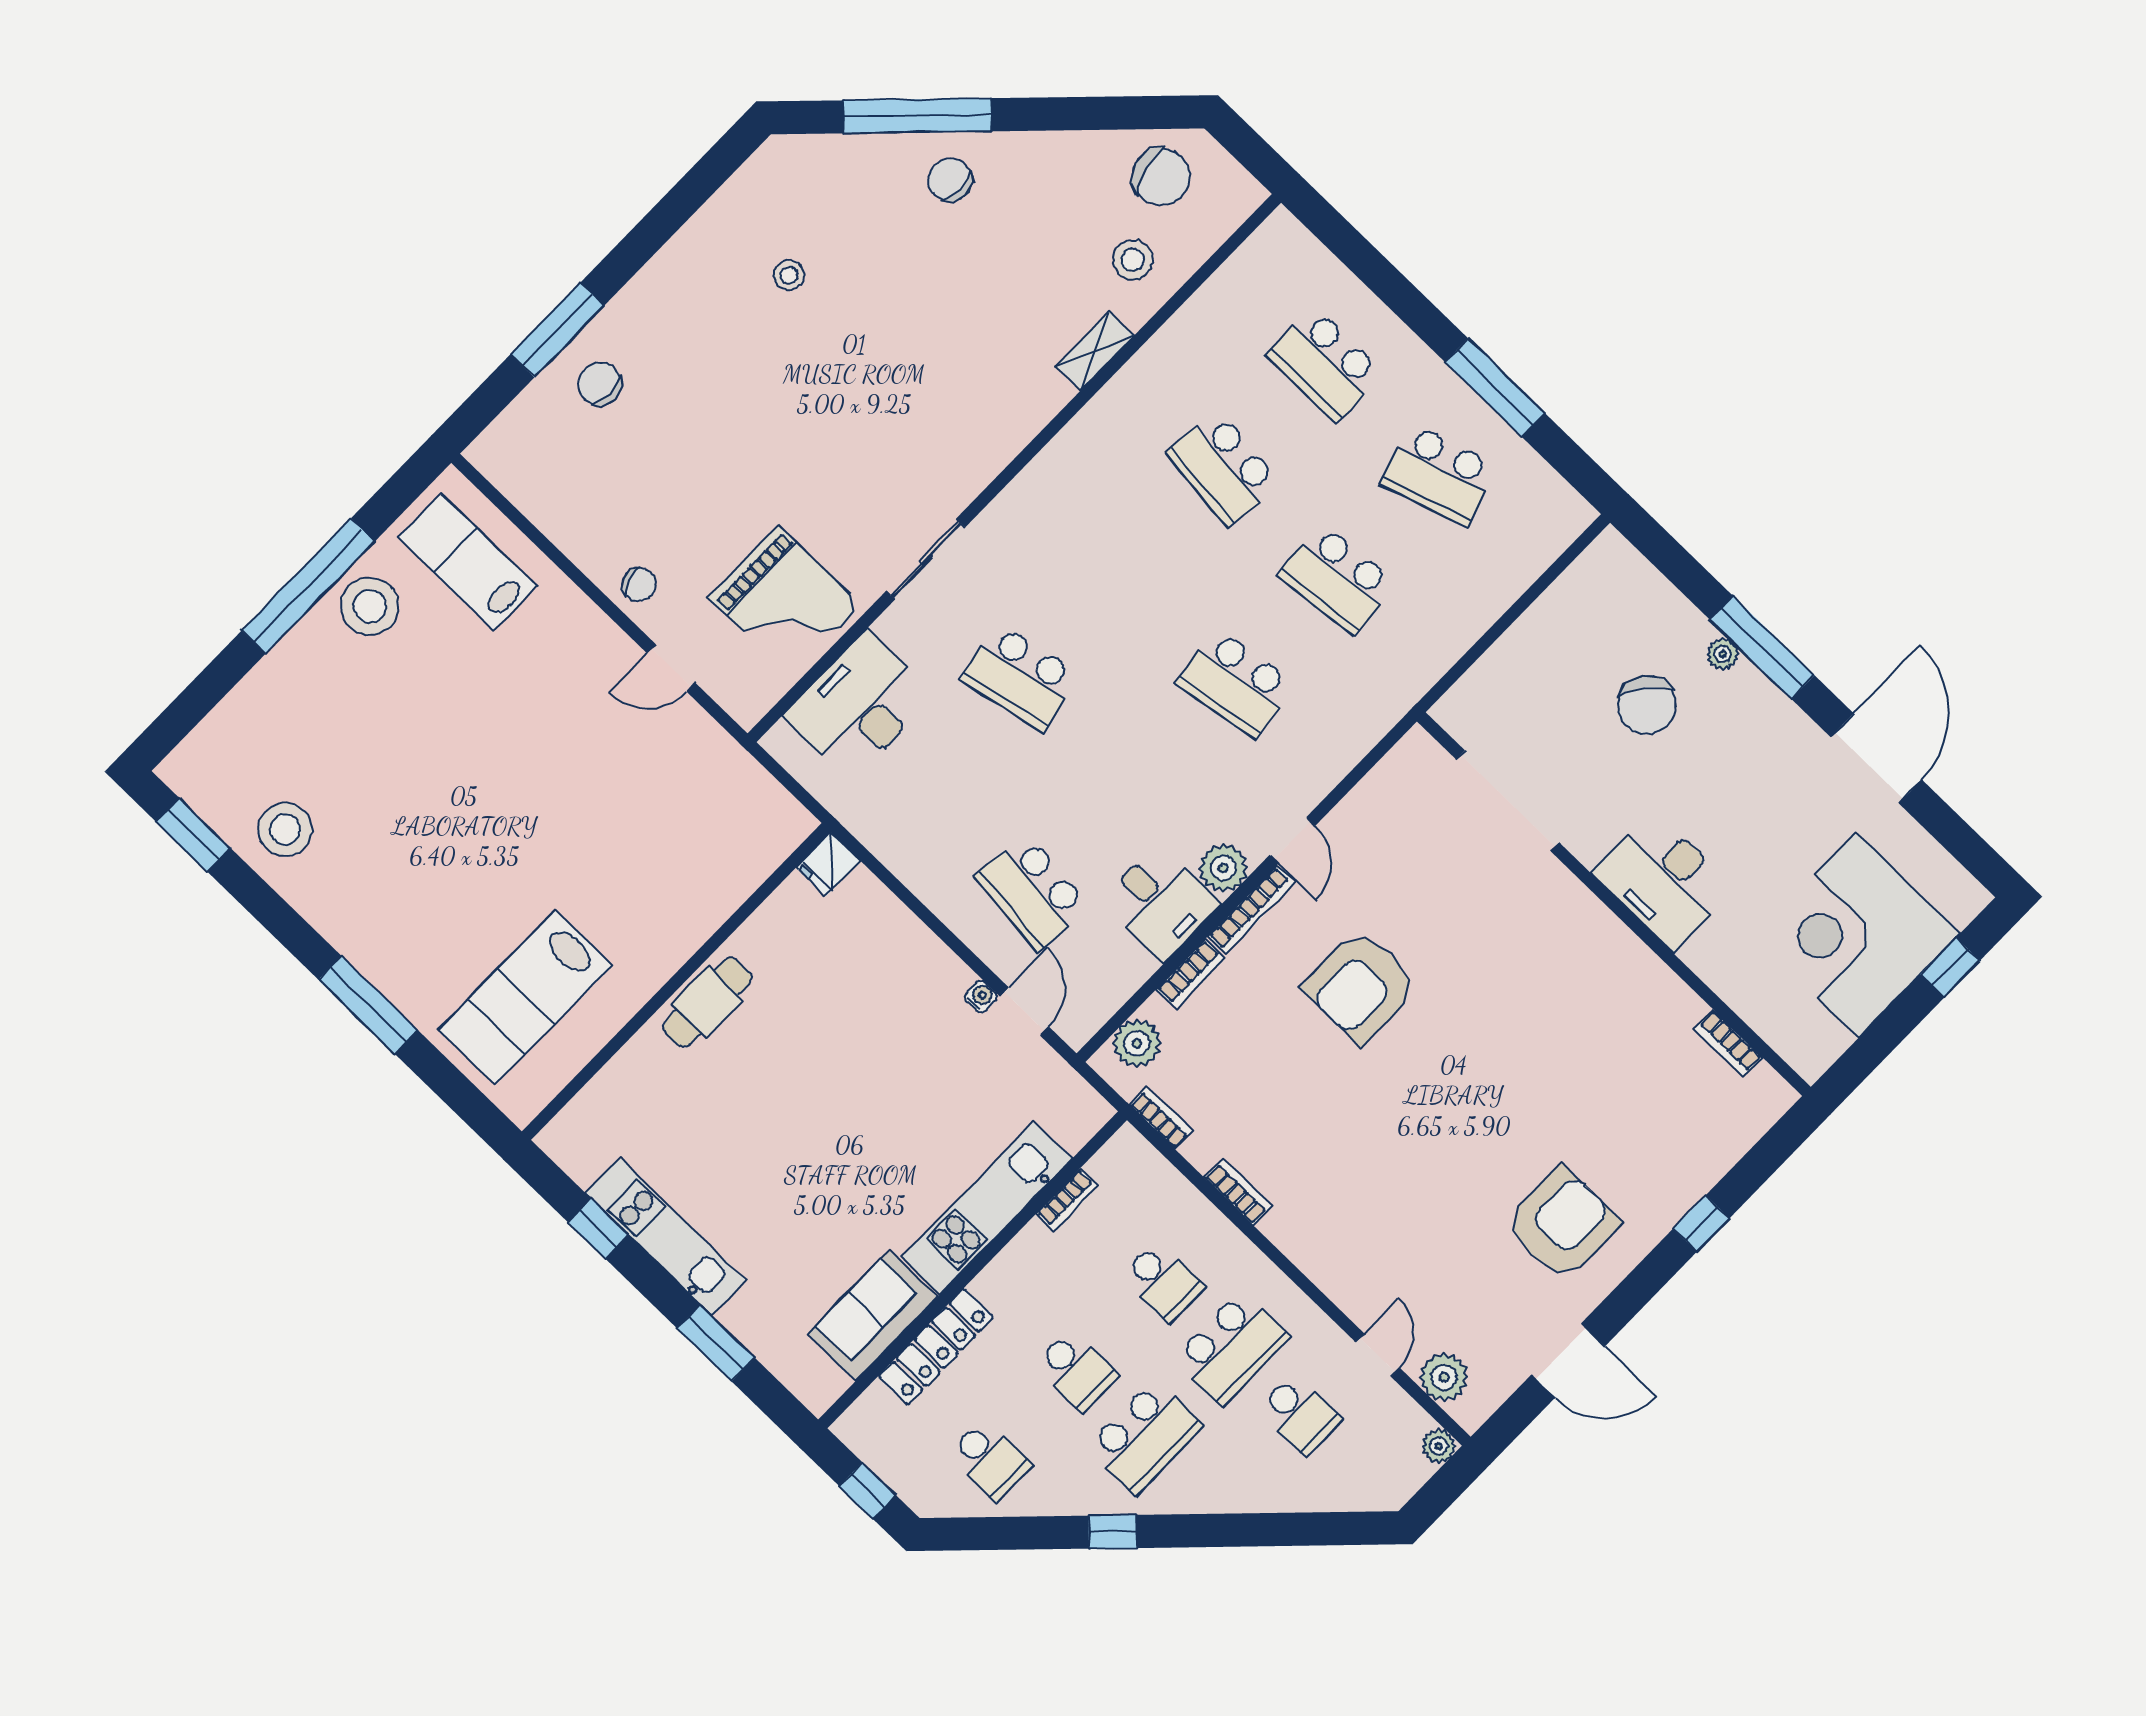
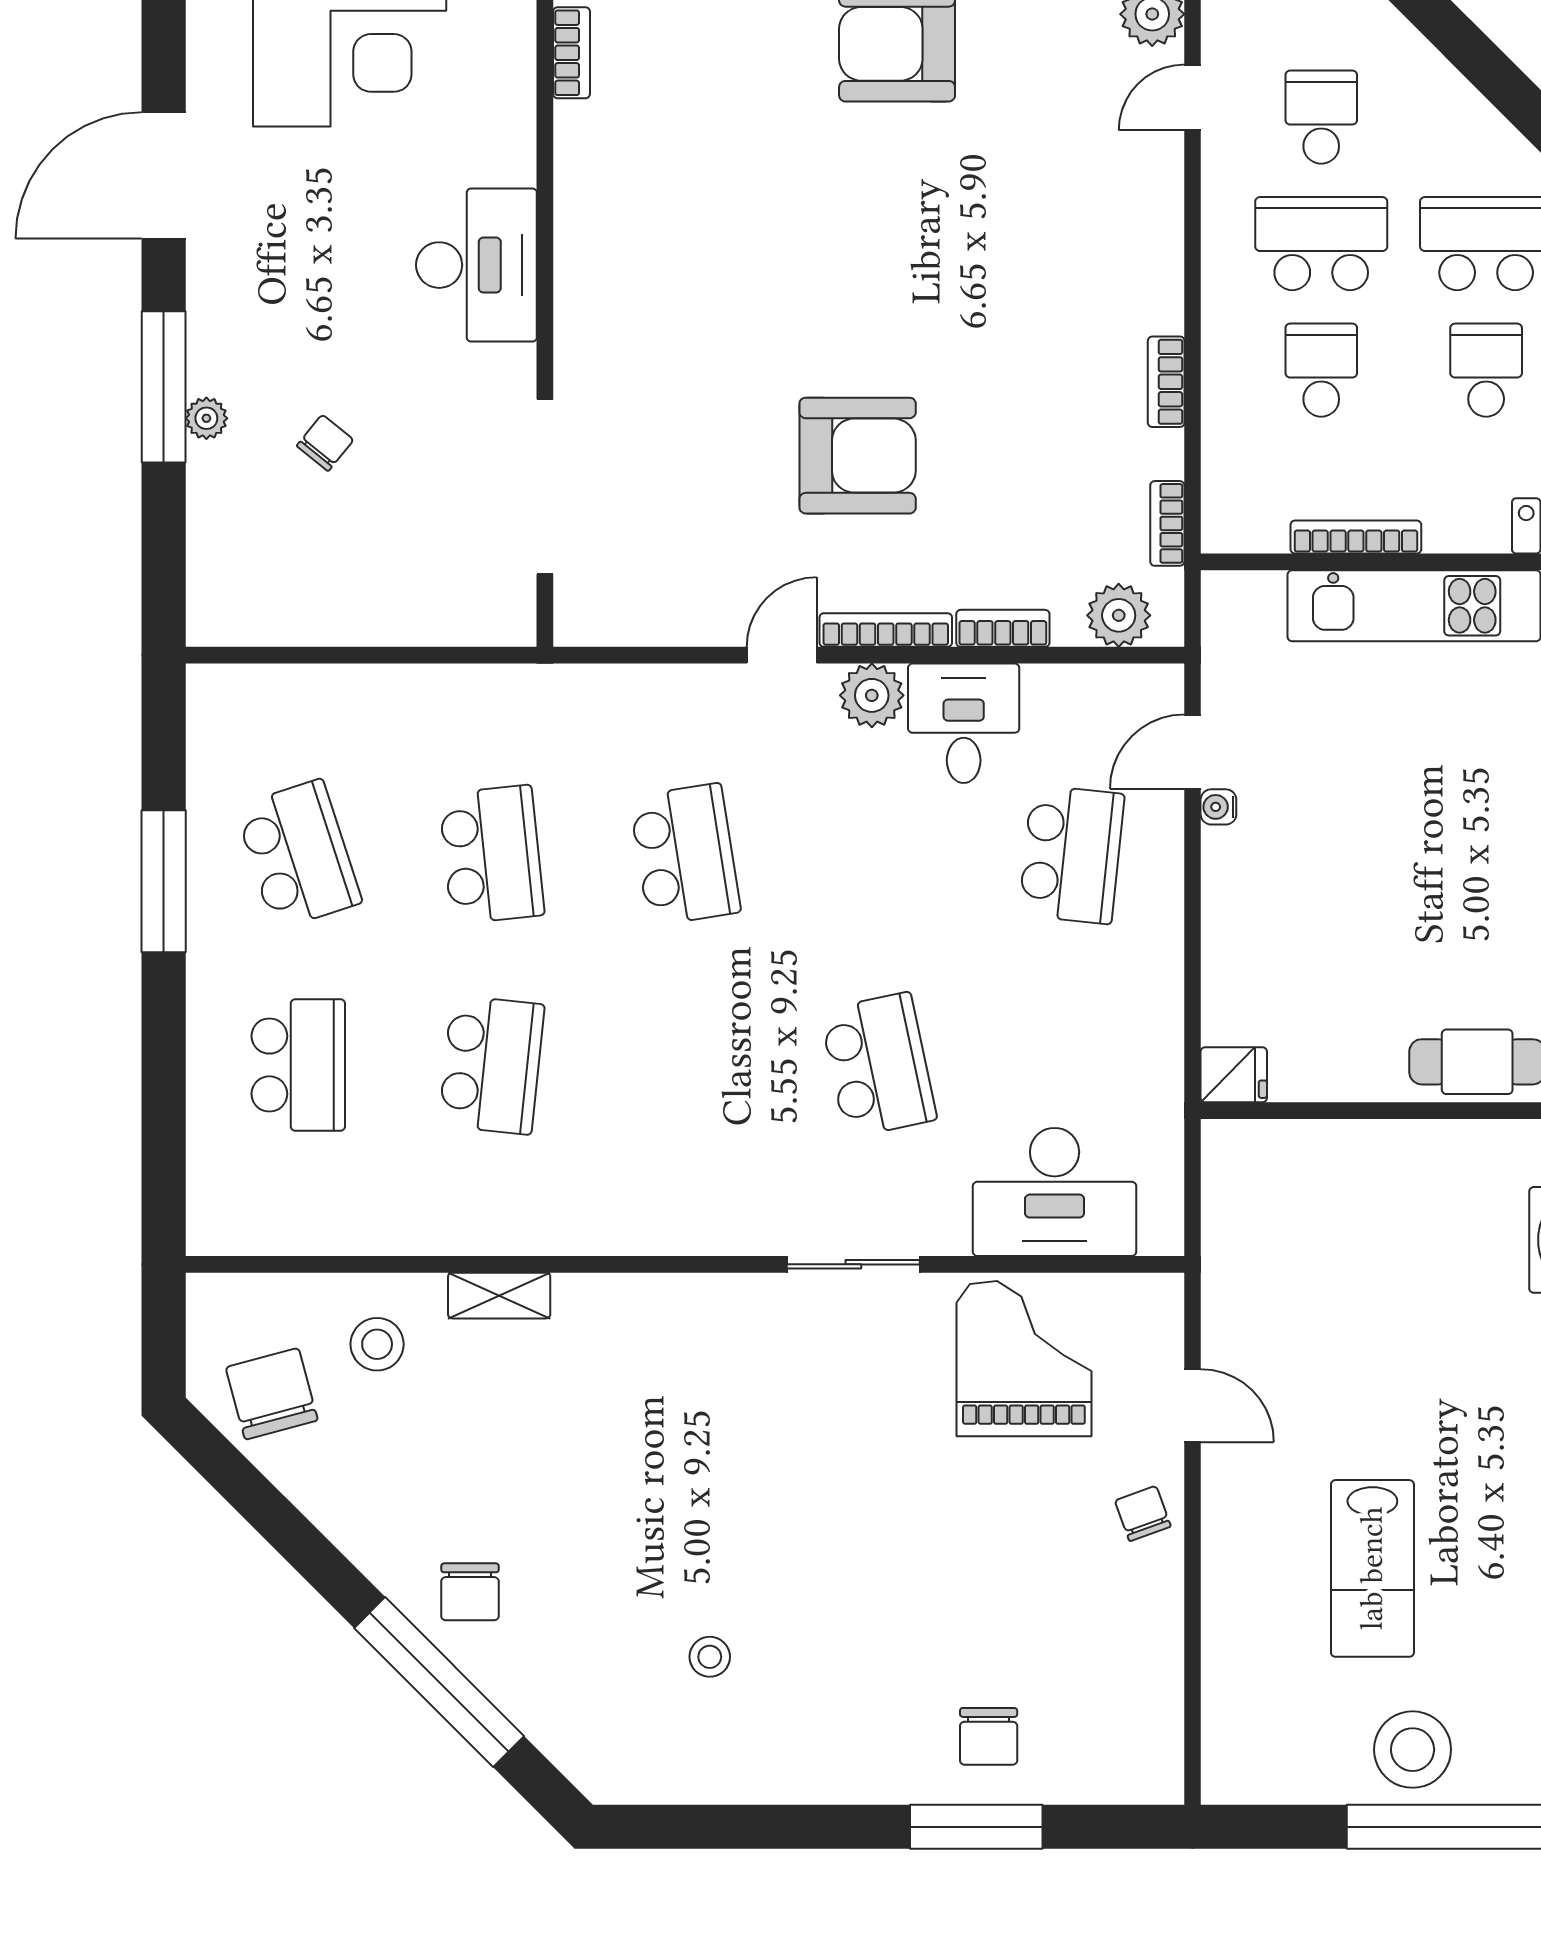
lab bench: (467, 562) -> (1372, 1568), moved
chair: (1647, 705) -> (325, 443), width x0.54, depth x0.54
bookcase: (1067, 1200) -> (1356, 537), width x1.56

